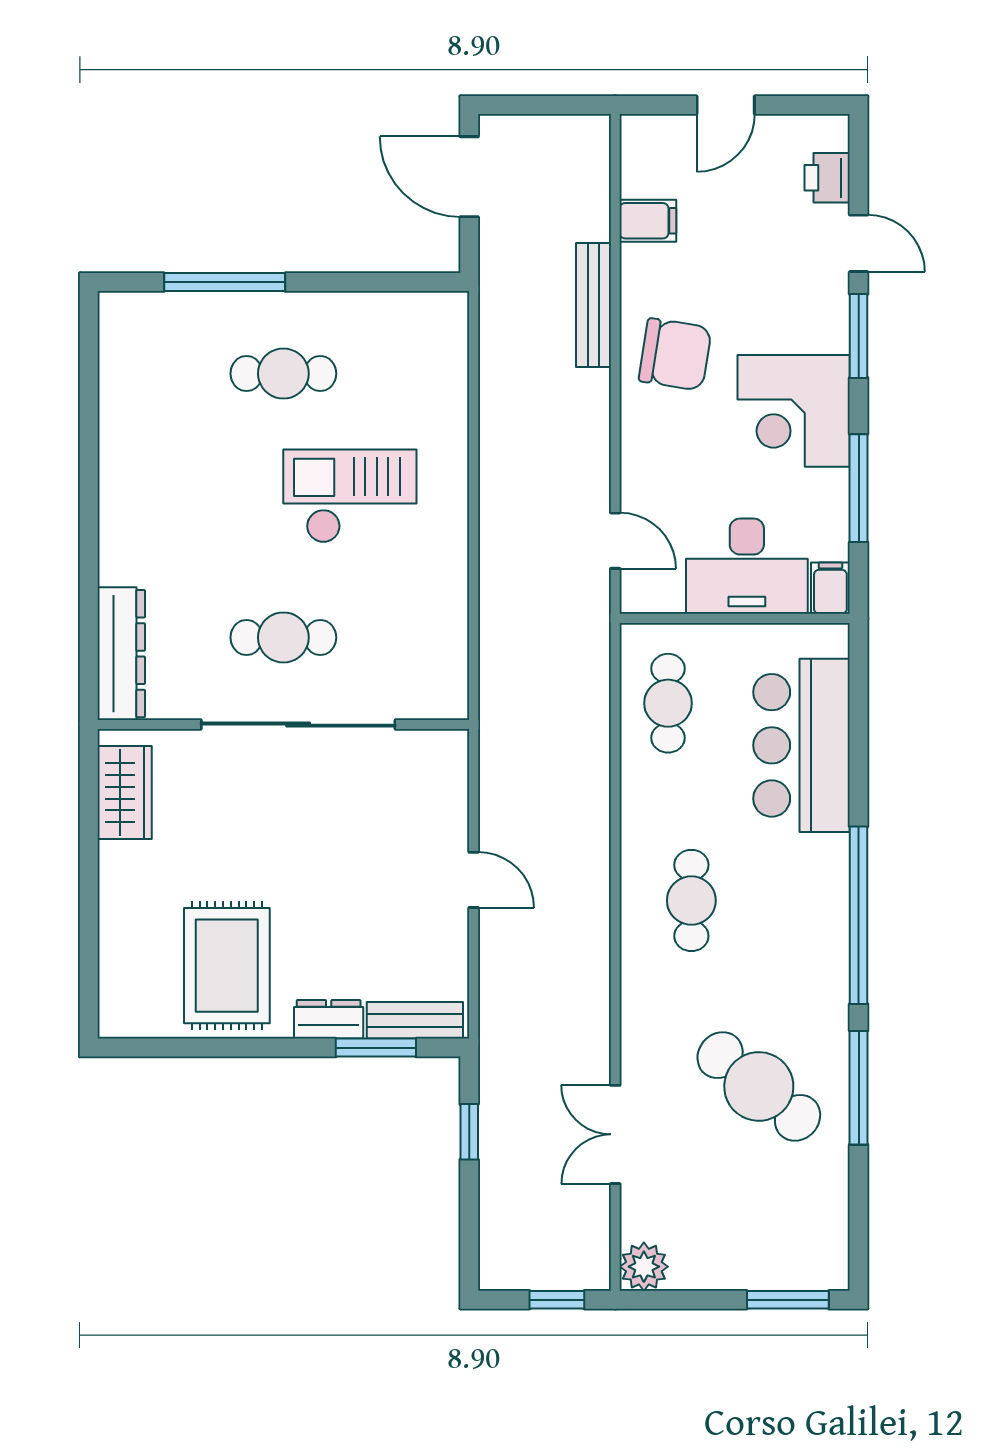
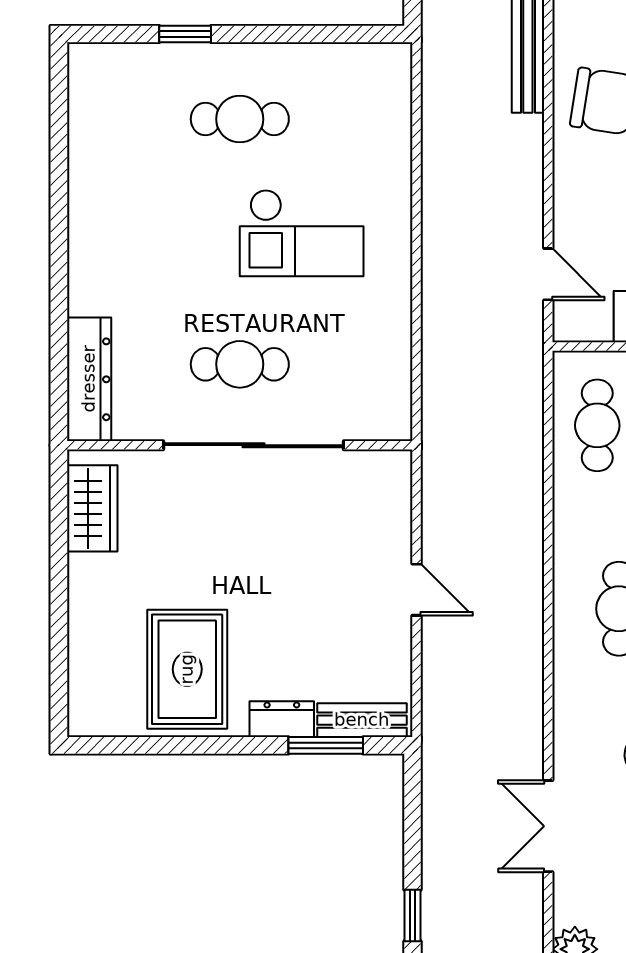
window: (225, 282) -> (185, 34), width x0.46
checkout: (350, 496) -> (302, 233), turned 180
window: (469, 1132) -> (412, 916), moved

